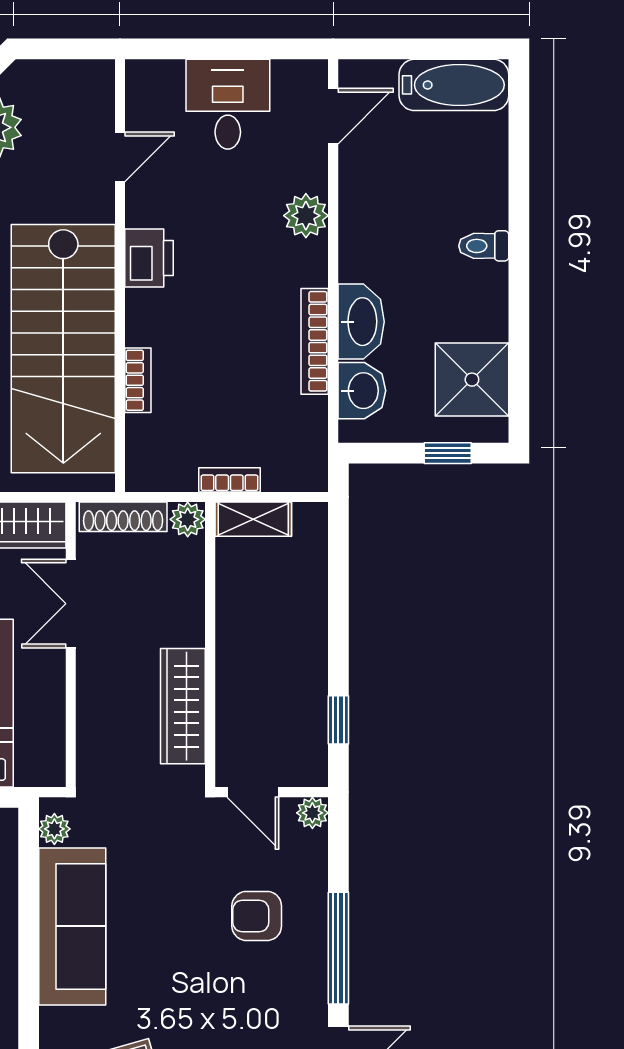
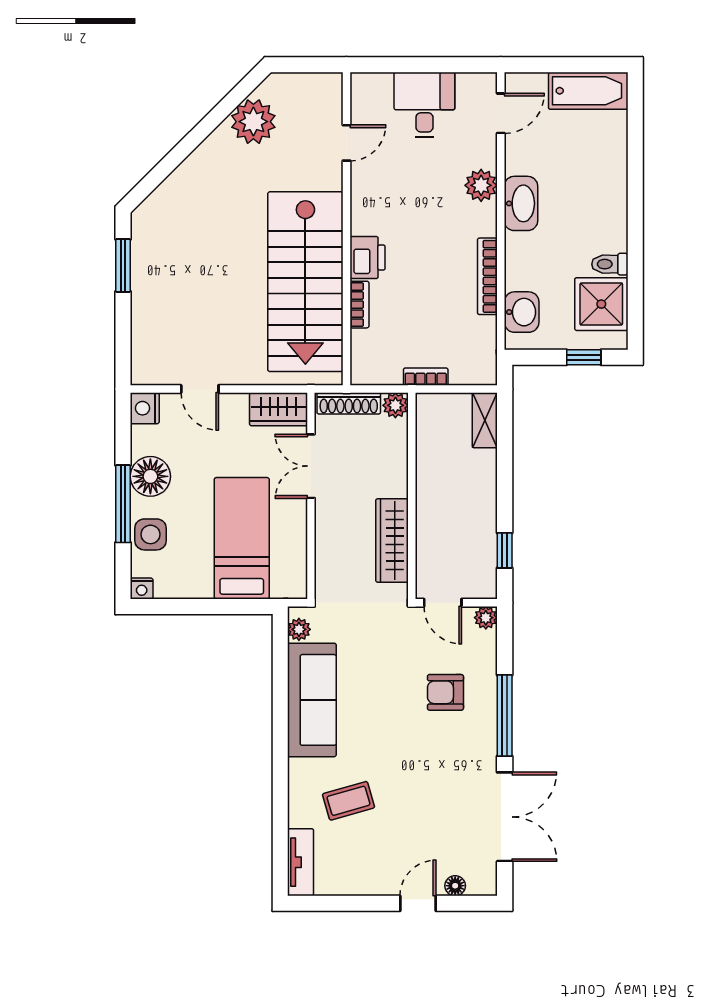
toilet: (484, 246) -> (610, 264), moved
printer: (149, 258) -> (368, 258), moved
washbasin: (361, 322) -> (521, 203), moved
shelving: (253, 519) -> (485, 420), moved, turned 90

